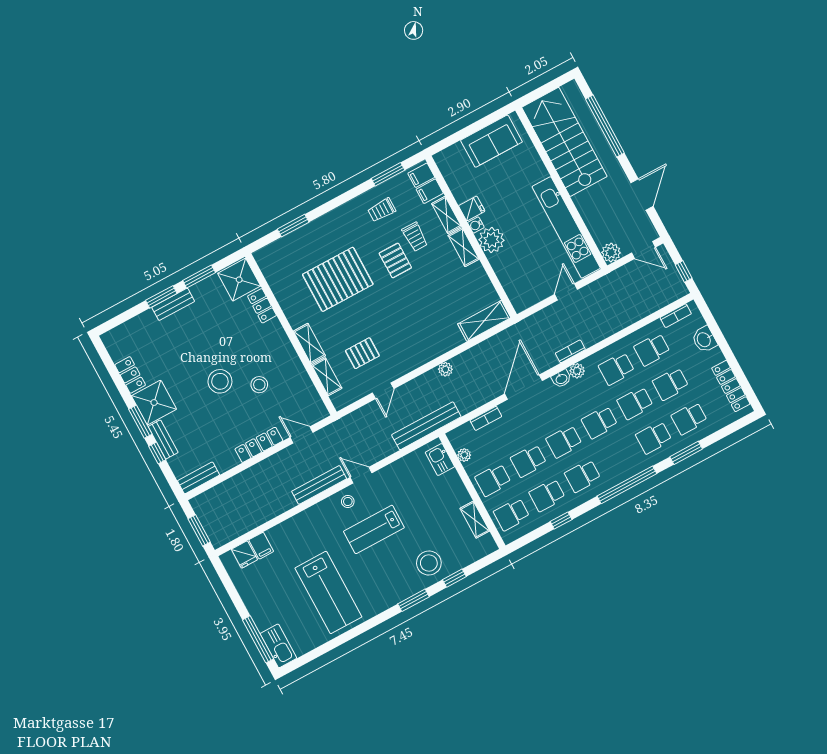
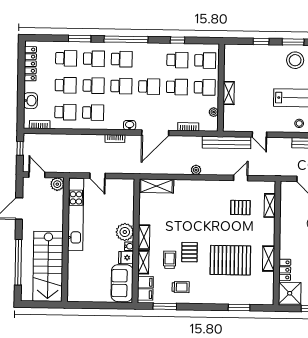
sofa: (491, 141) -> (122, 283), moved, turned -90
door: (566, 292) -> (98, 176), hinge flipped
shelving: (309, 343) -> (269, 259), moved
plant: (577, 371) -> (117, 125), removed
kitchen sink: (440, 460) -> (230, 118), removed
door: (361, 475) -> (259, 134), moved
school desk: (583, 476) -> (122, 59), moved
shelving: (475, 520) -> (229, 93), moved
stool: (429, 563) -> (295, 60), moved

